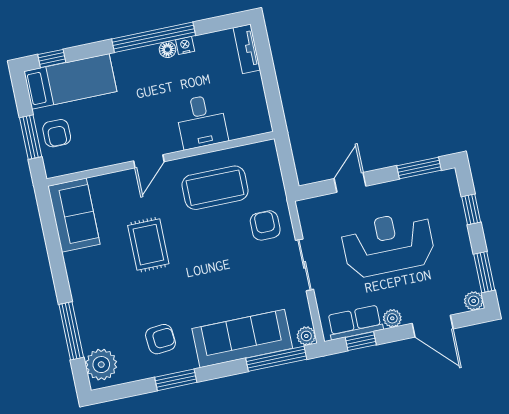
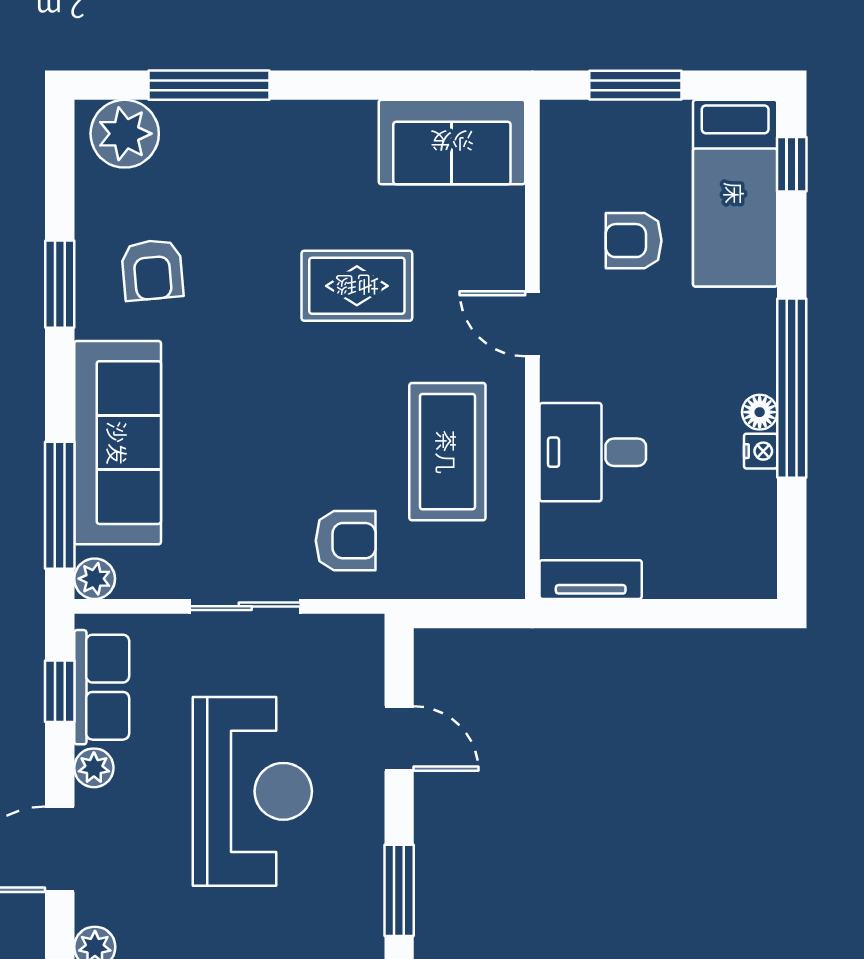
tv unit: (247, 49) -> (591, 580), moved
armchair: (57, 133) -> (634, 241), moved

